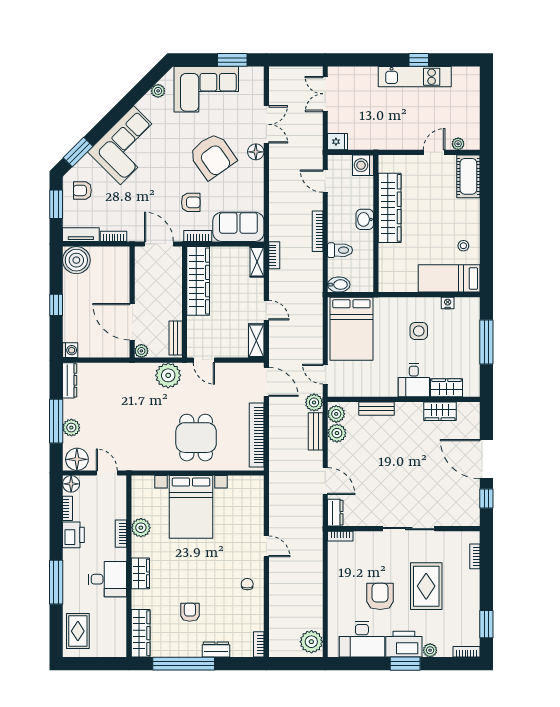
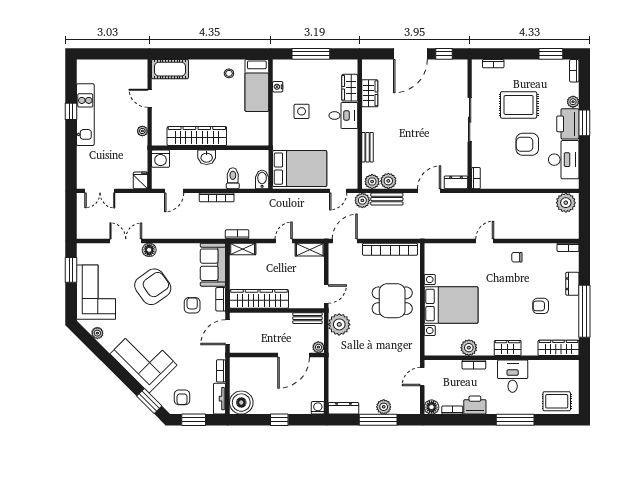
plant: (458, 144) -> (142, 131), moved
floor lamp: (77, 459) -> (411, 402), removed

